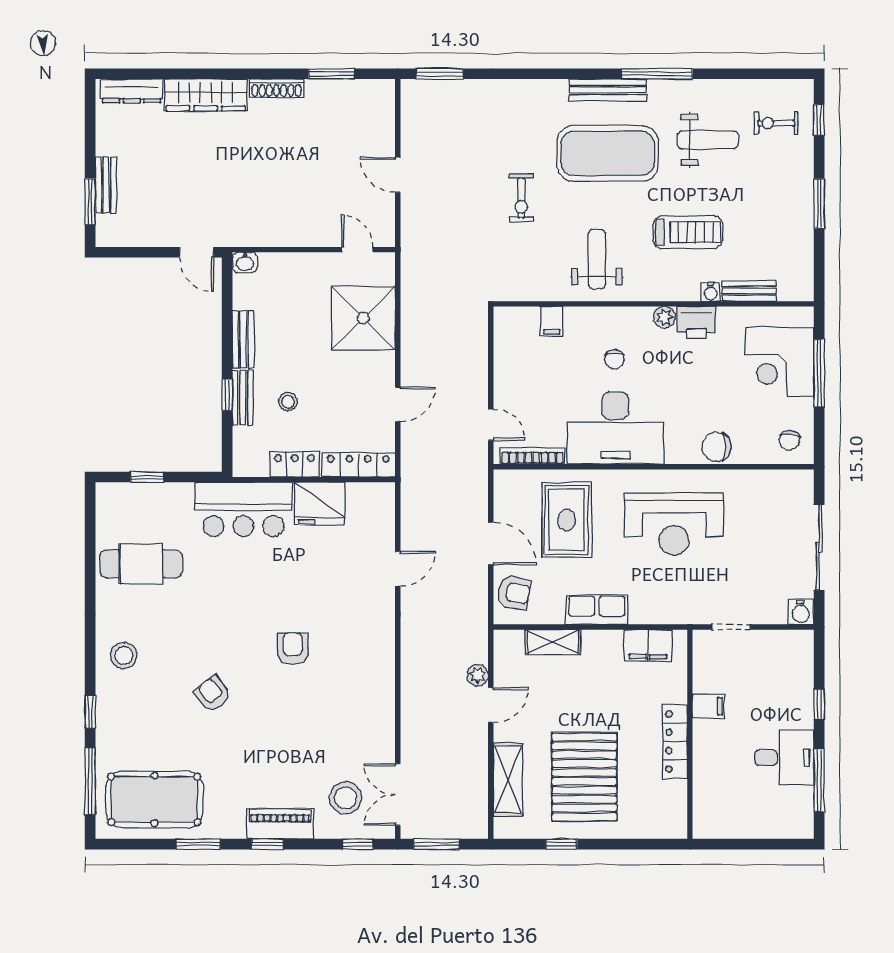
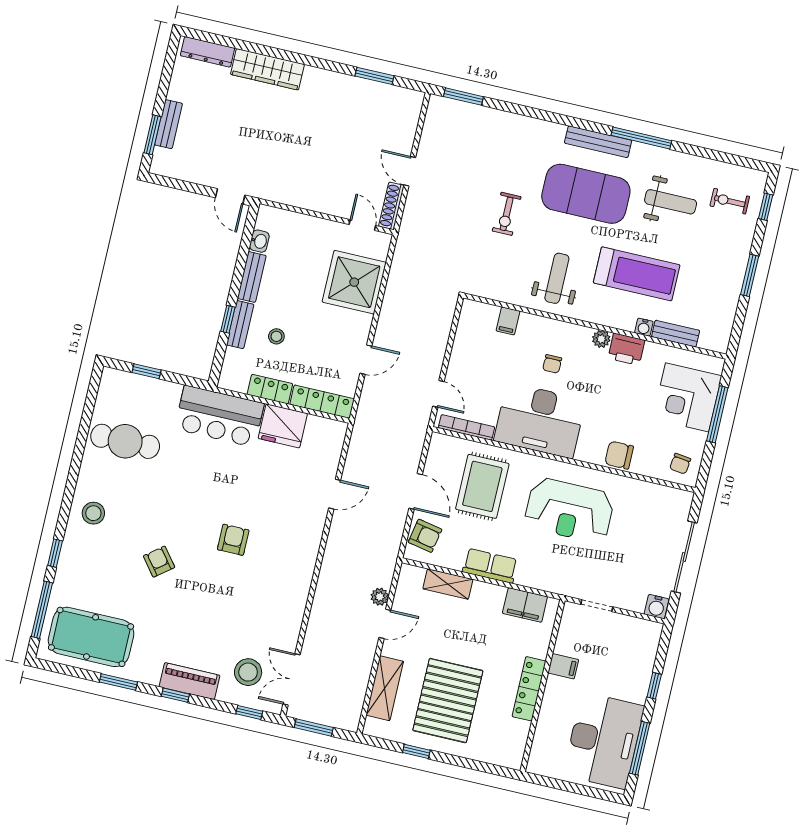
shoe rack: (276, 88) -> (391, 206), moved, turned 90
treadmill: (688, 232) -> (637, 274), width x1.37, depth x1.38
washbasin: (245, 262) -> (259, 241), moved, turned -90
desk: (784, 757) -> (604, 741), width x1.87, depth x1.30

